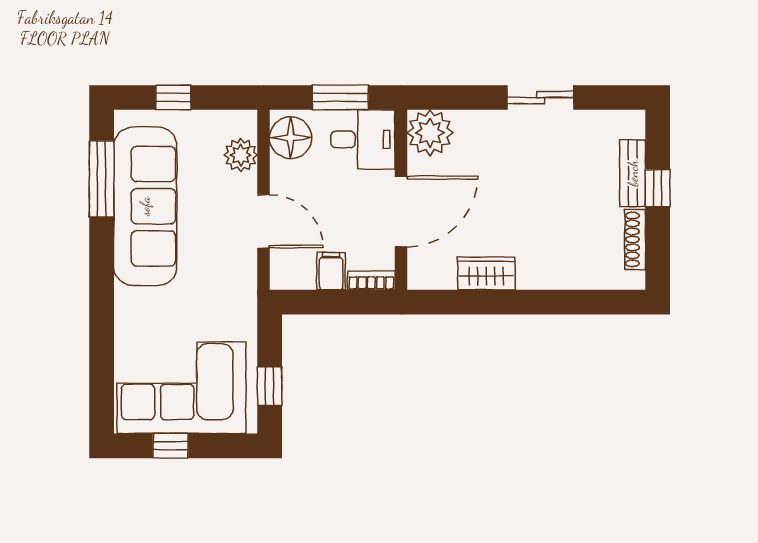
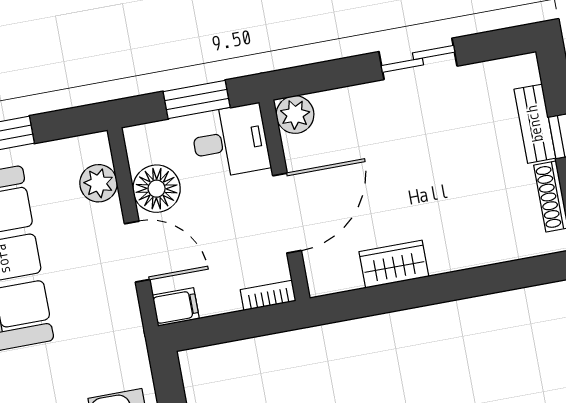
plant: (430, 133) -> (295, 115), width x0.73, depth x0.73
floor lamp: (291, 138) -> (157, 189), moved
filing cabinet: (331, 271) -> (176, 307), moved, turned 90

